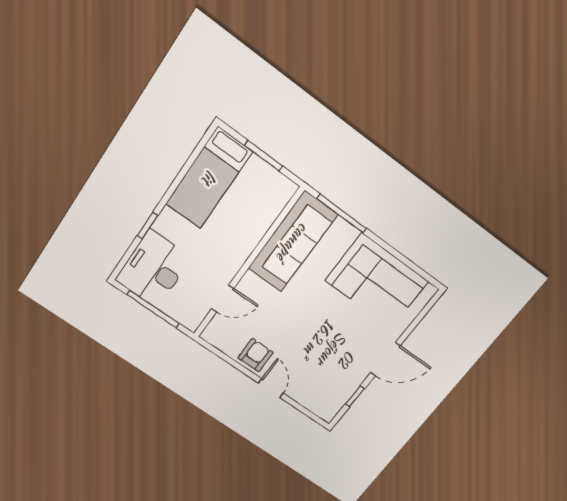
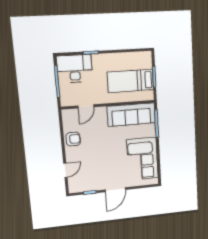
bed: (209, 178) -> (131, 81), moved
door: (223, 299) -> (86, 106), hinge flipped
door: (385, 359) -> (115, 190), hinge flipped
door: (271, 388) -> (65, 170), moved

